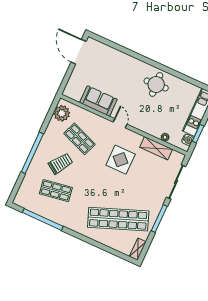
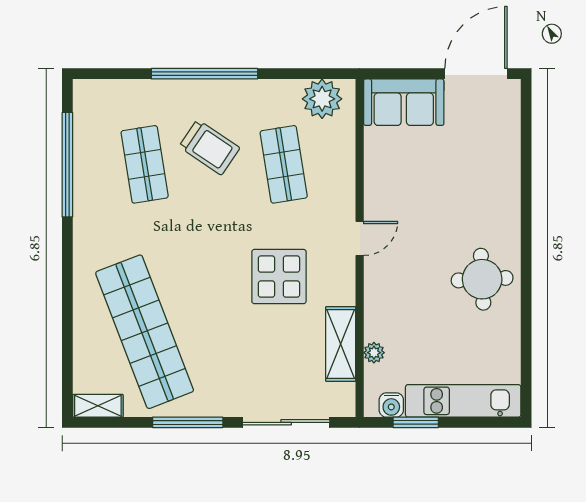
sofa: (98, 101) -> (404, 102), moved, turned 90
shop shelf: (80, 139) -> (284, 164), turned -30

